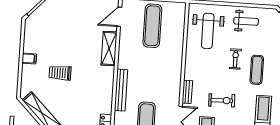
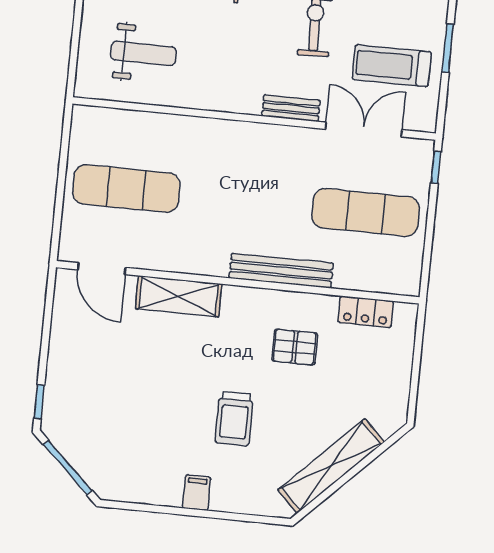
weight bench: (208, 31) -> (143, 53), width x0.73, depth x0.75
pallet: (90, 97) -> (295, 347), added

